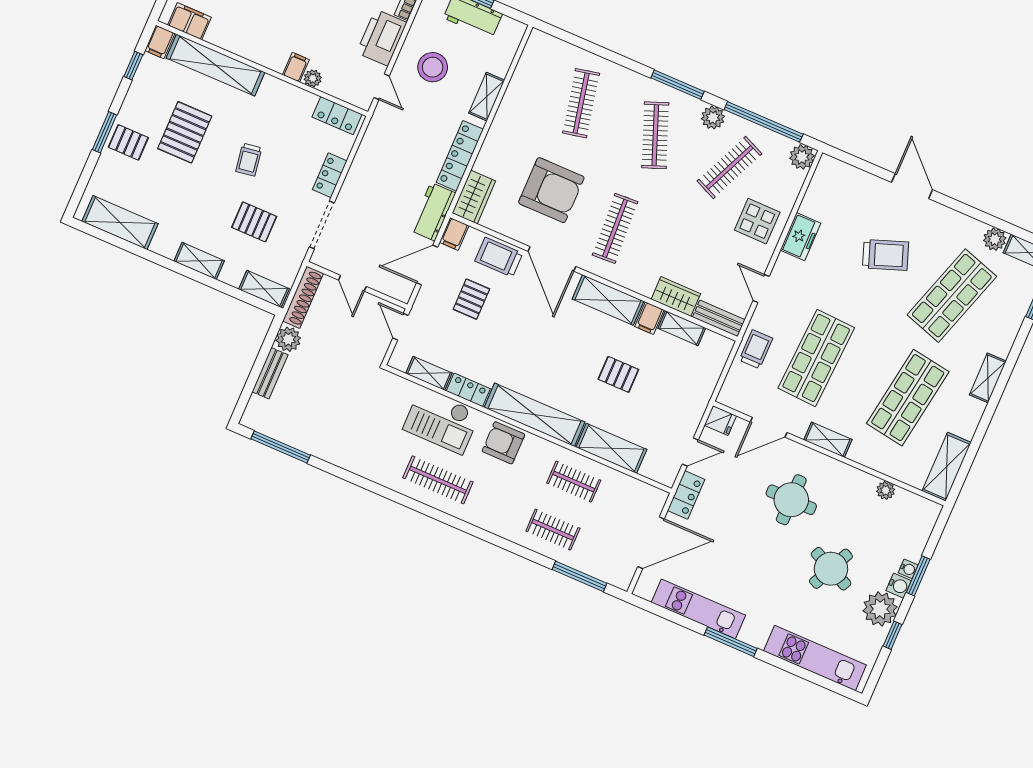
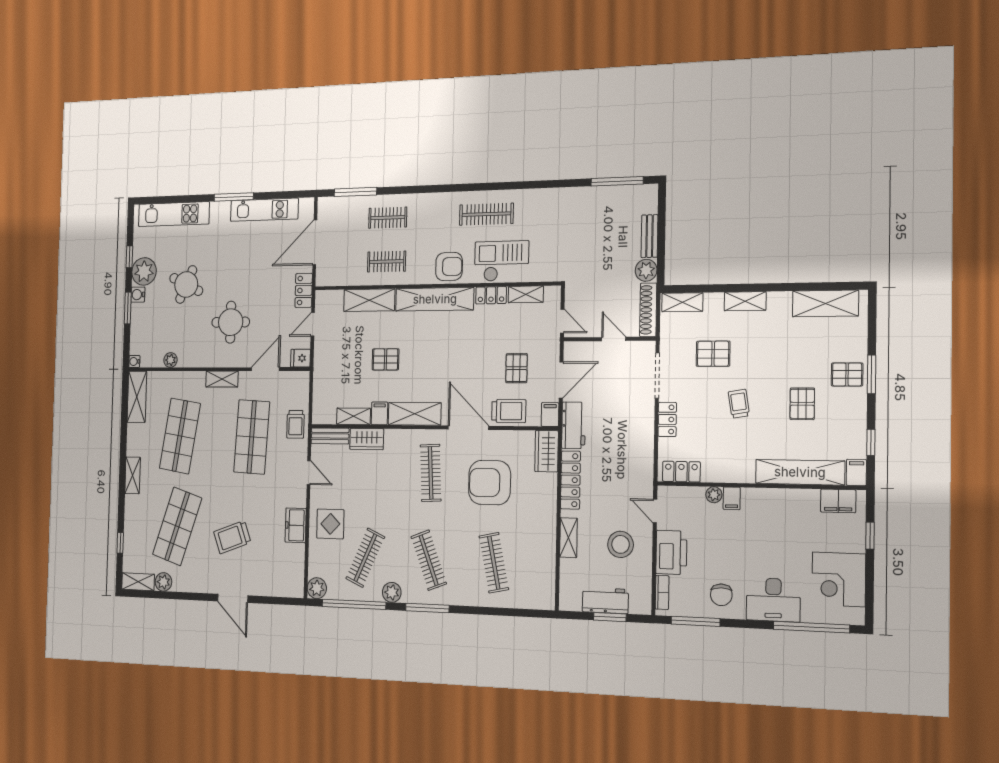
pallet: (185, 132) -> (802, 404), width x0.67, depth x0.71
water cooler: (908, 569) -> (134, 361), moved

